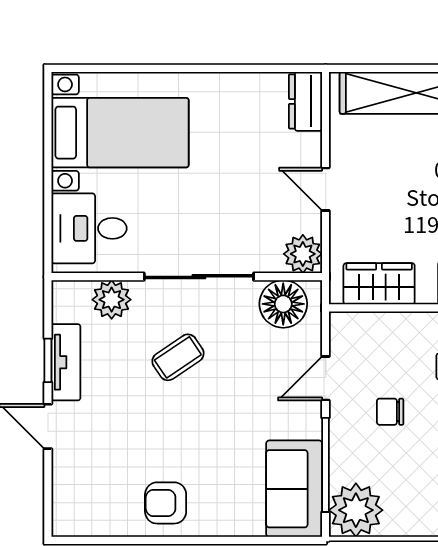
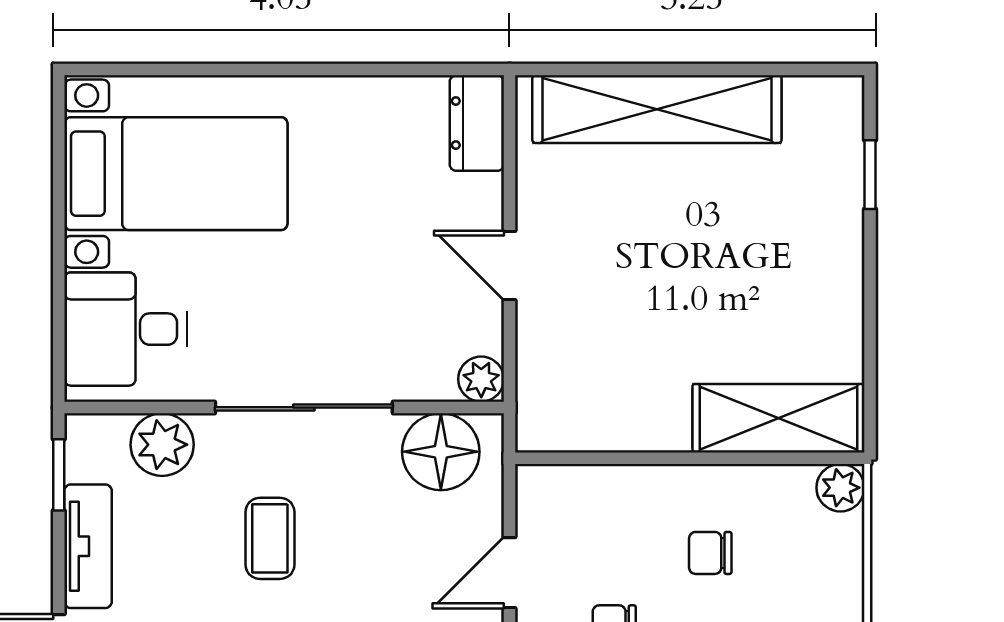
plant: (303, 254) -> (481, 379), width x0.73, depth x0.73
wardrobe: (379, 284) -> (596, 419), removed
coffee table: (178, 357) -> (270, 538), turned -56
window: (48, 360) -> (59, 475), moved

